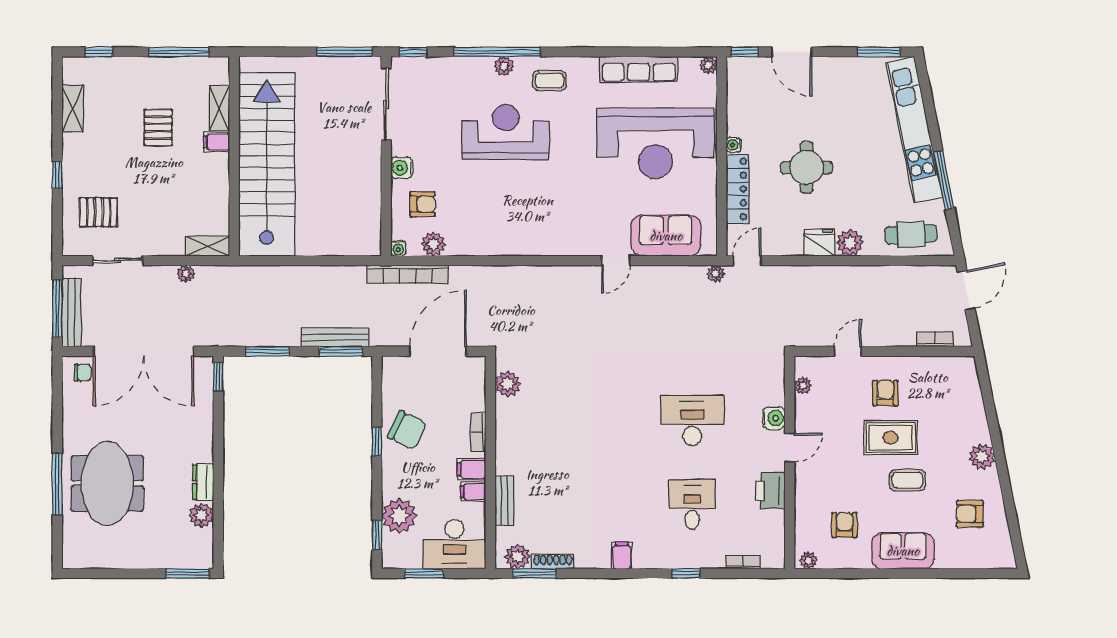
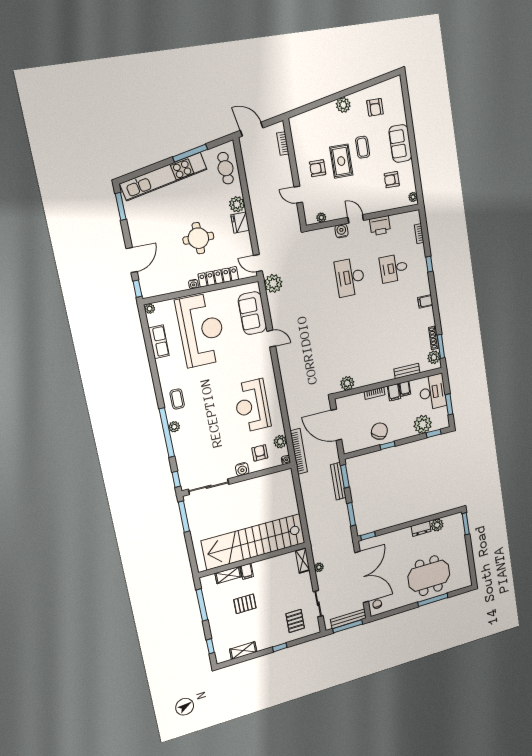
row of seats: (639, 69) -> (159, 342), width x0.68
reception desk: (506, 132) -> (252, 406), moved
plant: (716, 274) -> (273, 283), width x1.88, depth x1.88

